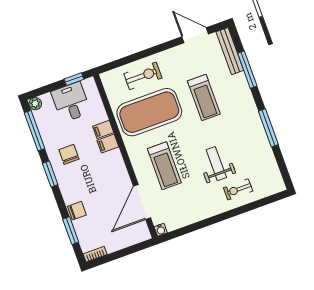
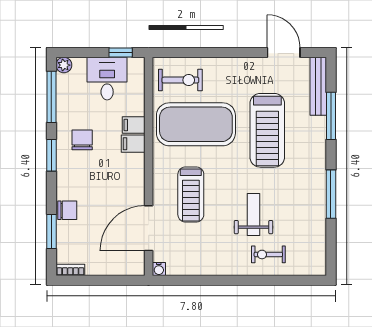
exercise bike: (143, 76) -> (180, 80), moved
treadmill: (204, 97) -> (267, 130), width x1.37, depth x1.38

